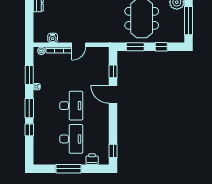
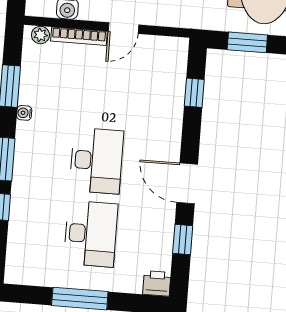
door: (113, 94) -> (187, 183), moved
window: (113, 151) -> (183, 240), moved
printer: (92, 159) -> (157, 283), moved

